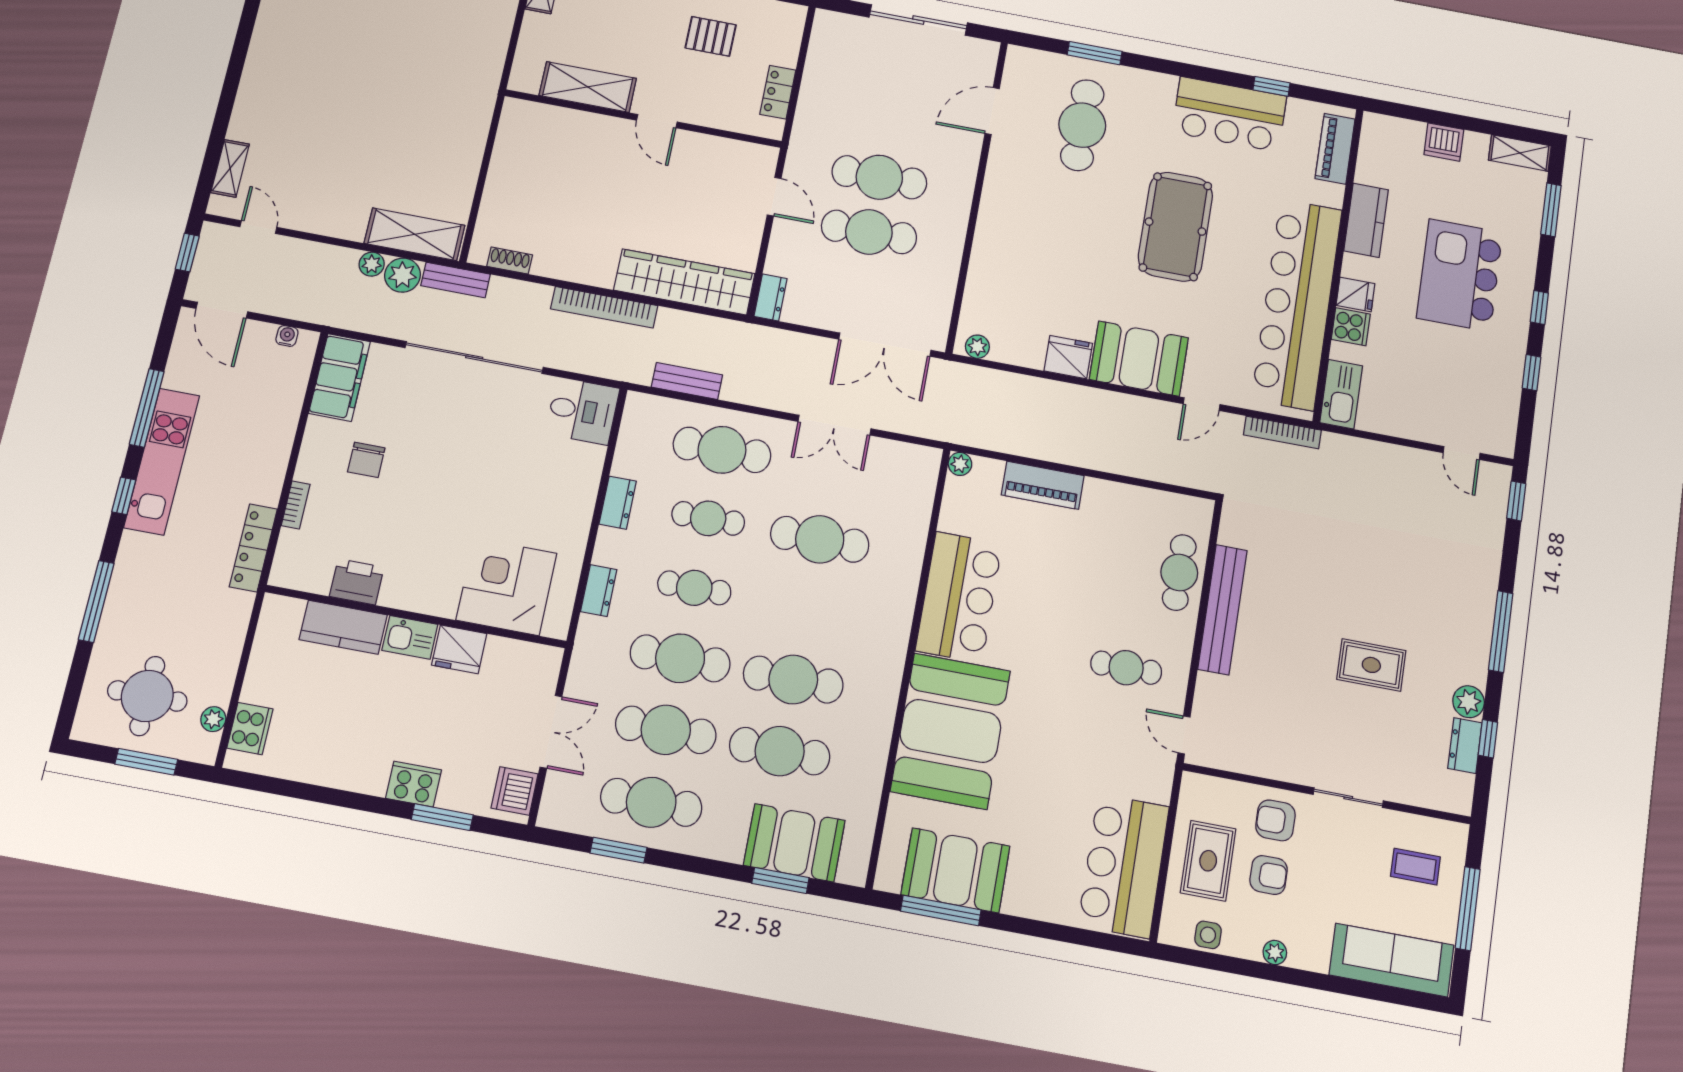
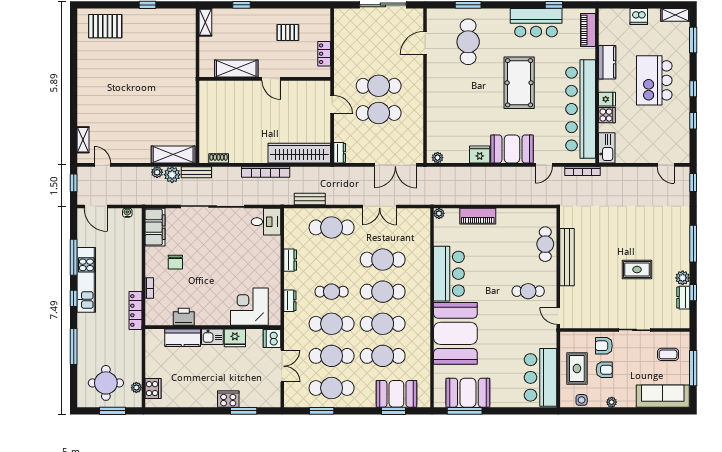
cafe table: (708, 518) -> (383, 292), moved, width x1.37, depth x1.35
dishwasher: (515, 791) -> (272, 338), moved

